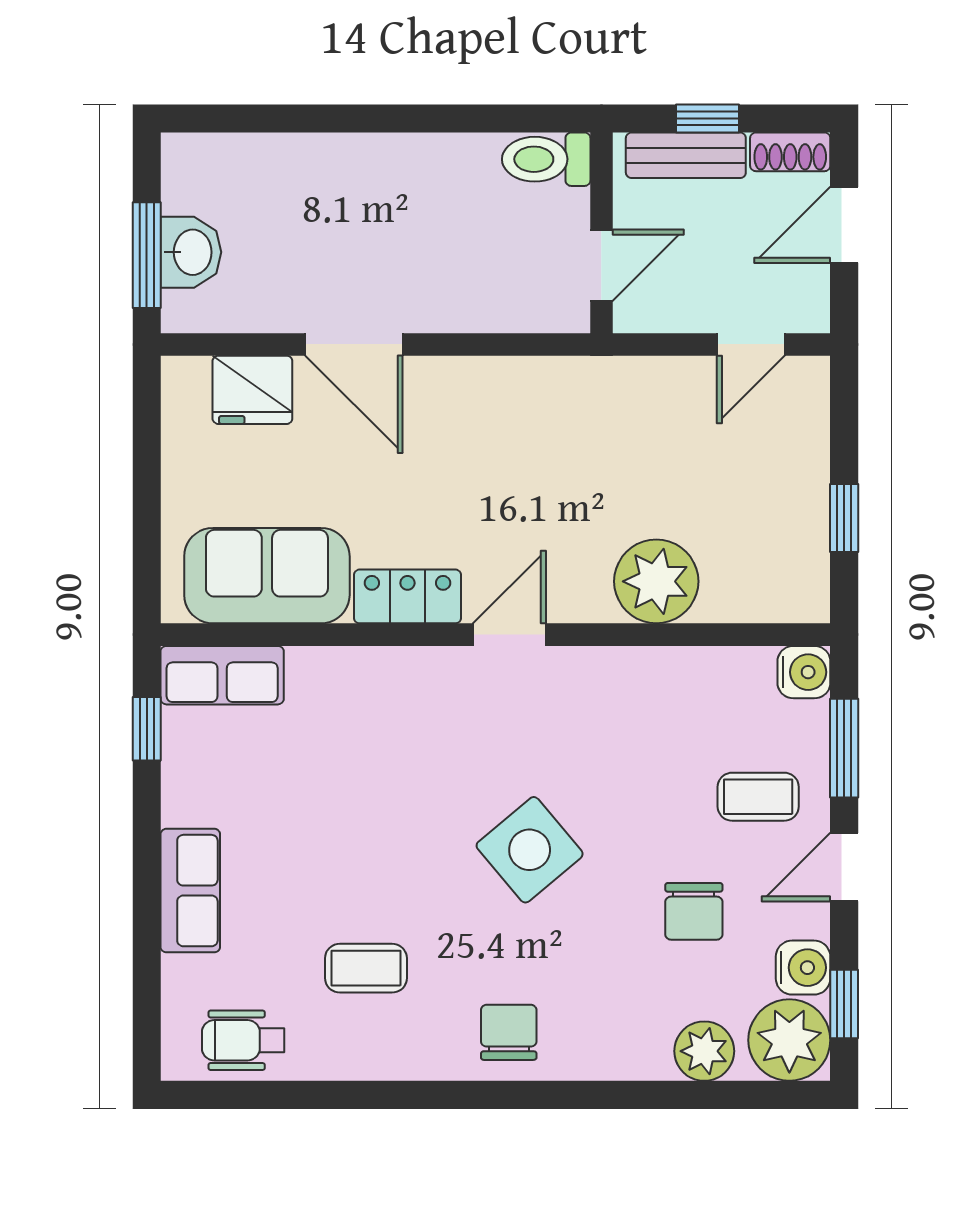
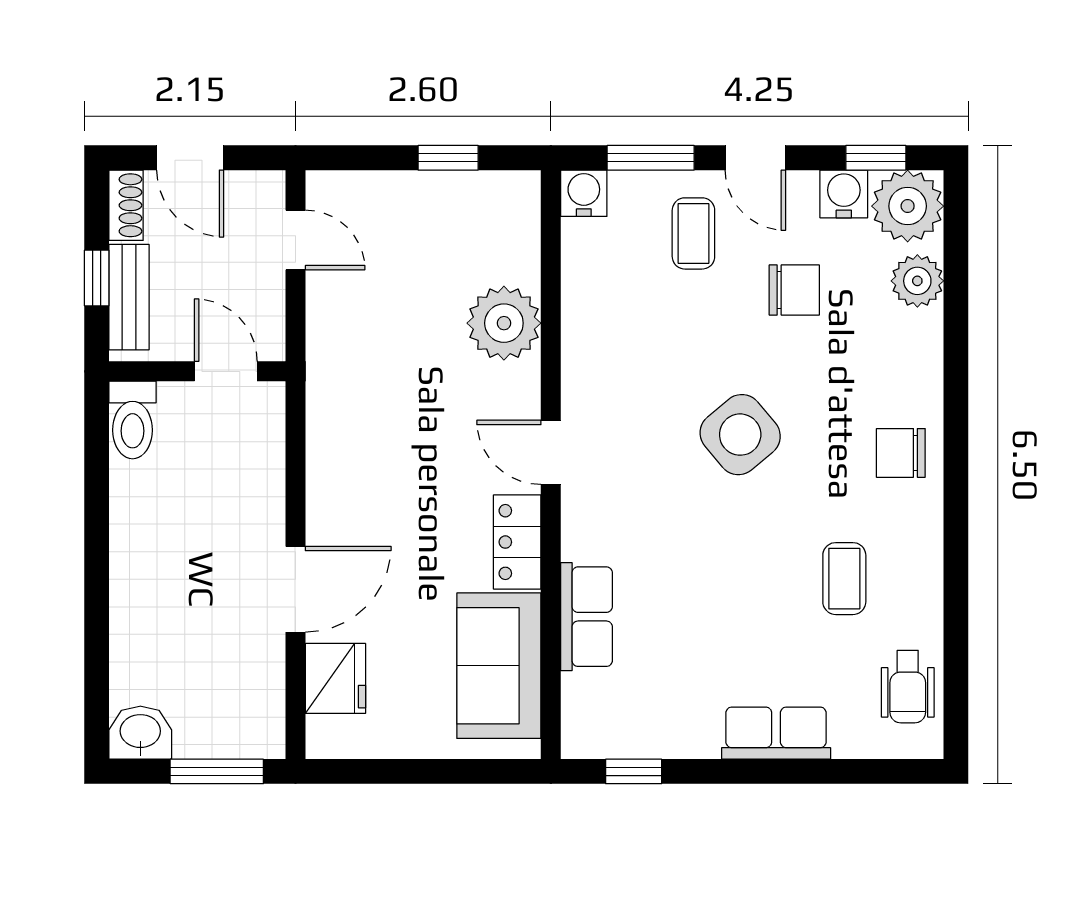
washbasin: (191, 252) -> (140, 733), moved
row of seats: (222, 675) -> (586, 617), moved

